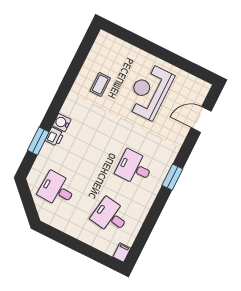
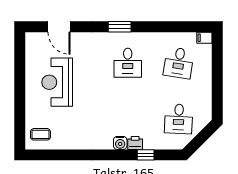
coffee table: (100, 84) -> (40, 134), moved
reception desk: (149, 91) -> (57, 82), turned 90
window: (38, 141) -> (146, 155), width x0.67

